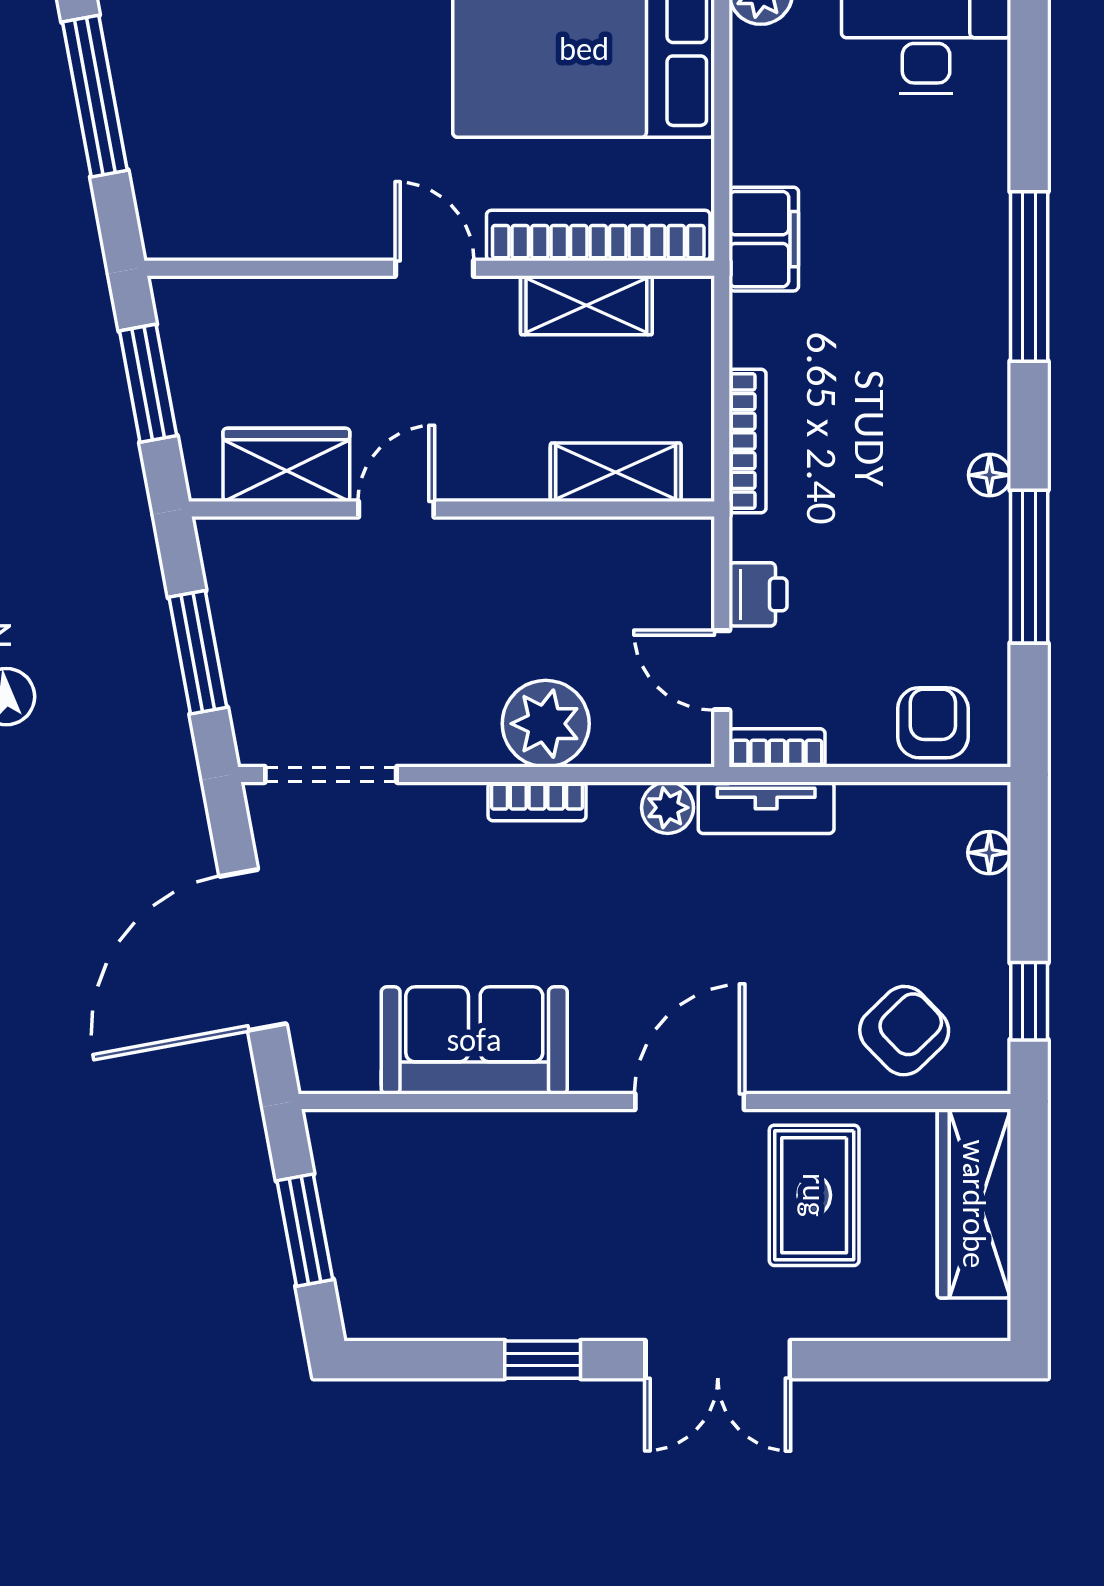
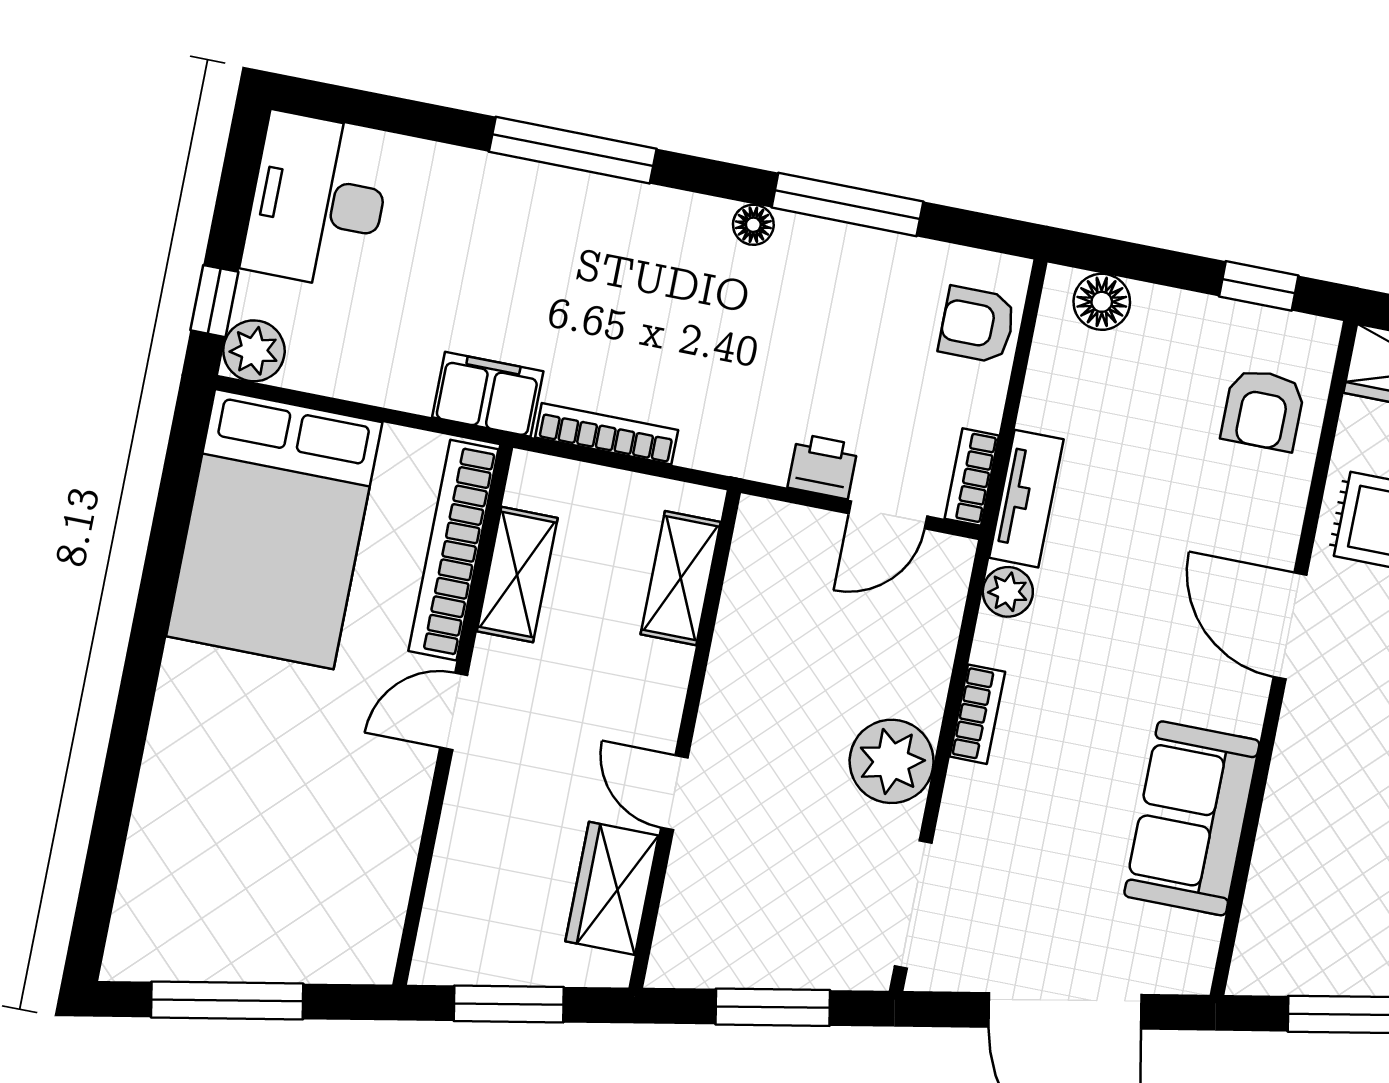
bookcase: (747, 441) -> (607, 434), moved
plant: (546, 724) -> (892, 761), moved
floor lamp: (989, 853) -> (1102, 302), width x1.37, depth x1.37
armchair: (904, 1031) -> (1263, 410), turned -136

